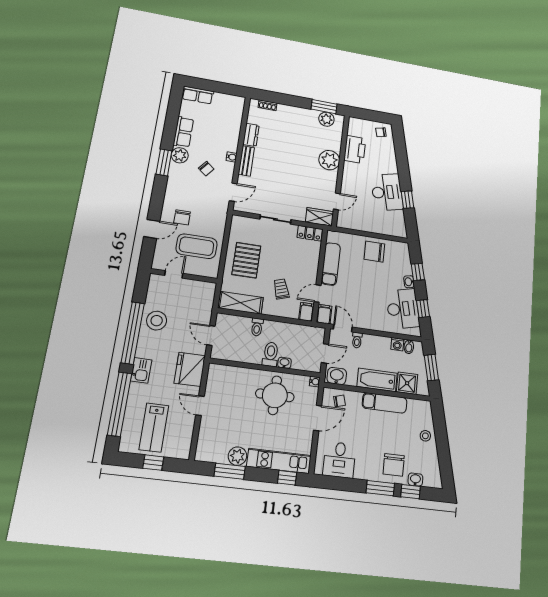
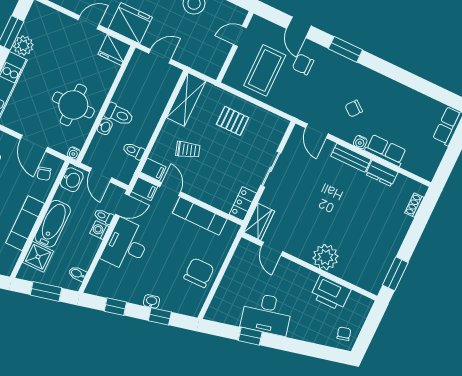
plant: (326, 119) -> (378, 271), removed
row of seats: (183, 132) -> (386, 150), moved, turned 180
plant: (180, 155) -> (378, 83), removed
window: (164, 162) -> (345, 49), moved
pallet: (246, 260) -> (233, 121), width x0.67, depth x0.71
door: (174, 274) -> (240, 36), swing flipped
desk: (403, 309) -> (126, 245), moved, turned 103
toilet: (257, 327) -> (134, 151), moved
washing machine: (397, 344) -> (99, 230), moved
fridge: (217, 375) -> (114, 50), added

